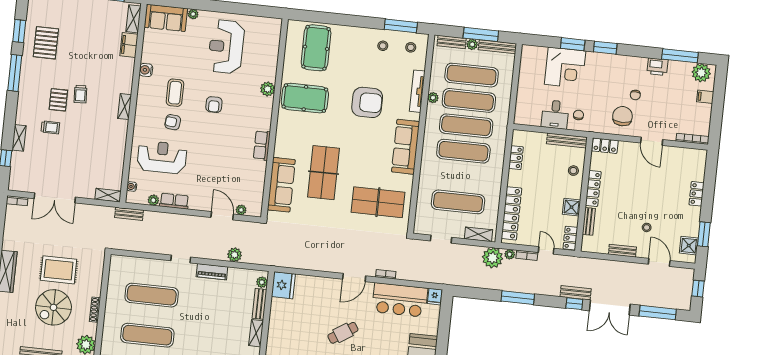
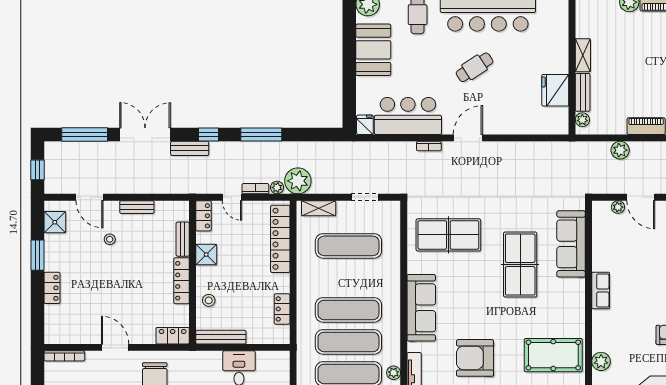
chair: (578, 115) -> (210, 370), removed
window: (704, 234) -> (37, 255), moved
fridge: (283, 285) -> (555, 90), moved
window: (574, 304) -> (208, 135), moved

